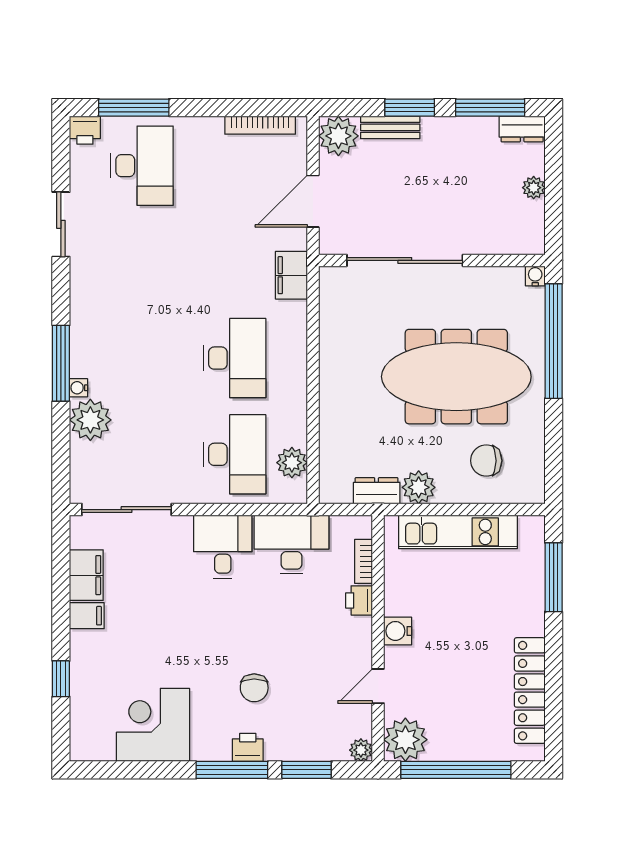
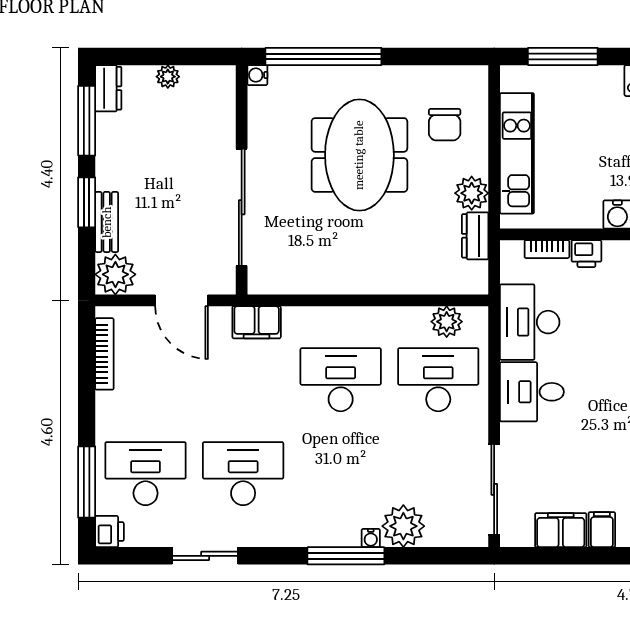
desk: (142, 262) -> (243, 474), added
meeting table: (456, 377) -> (359, 155), width x0.73

